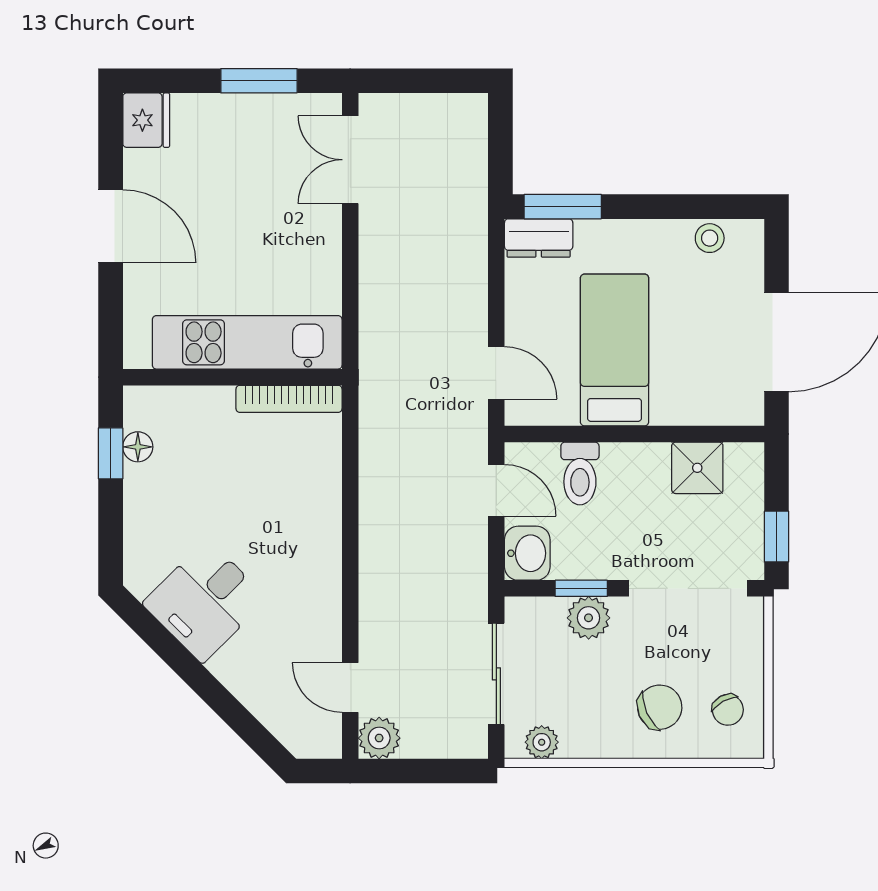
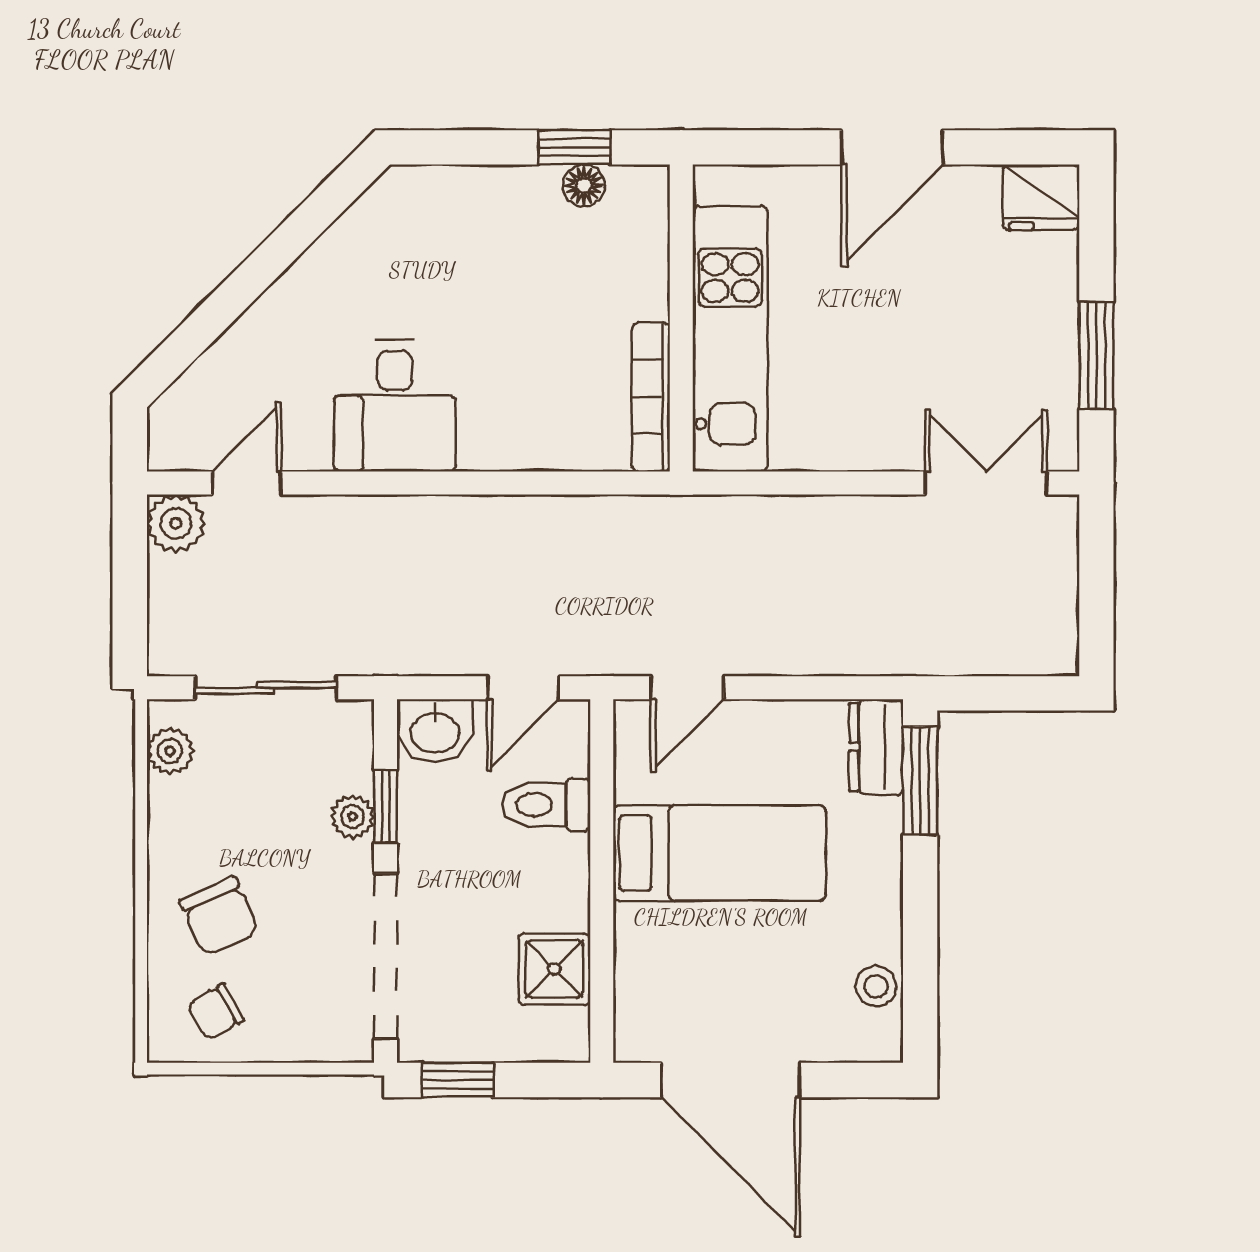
desk: (205, 601) -> (395, 406), moved, turned -135
plant: (589, 618) -> (352, 817), width x0.73, depth x0.73

